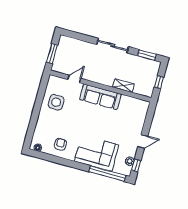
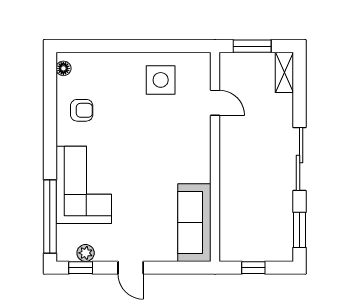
shelving: (123, 86) -> (284, 72), moved
sofa: (100, 97) -> (194, 223), moved

